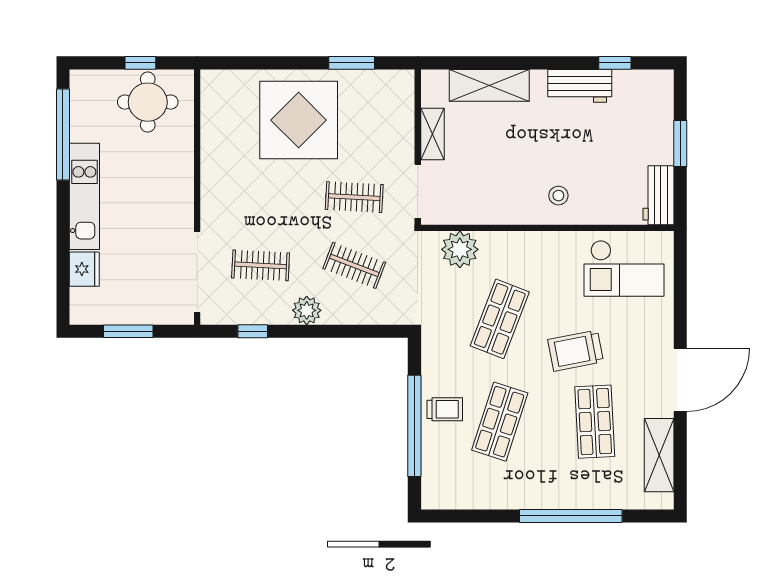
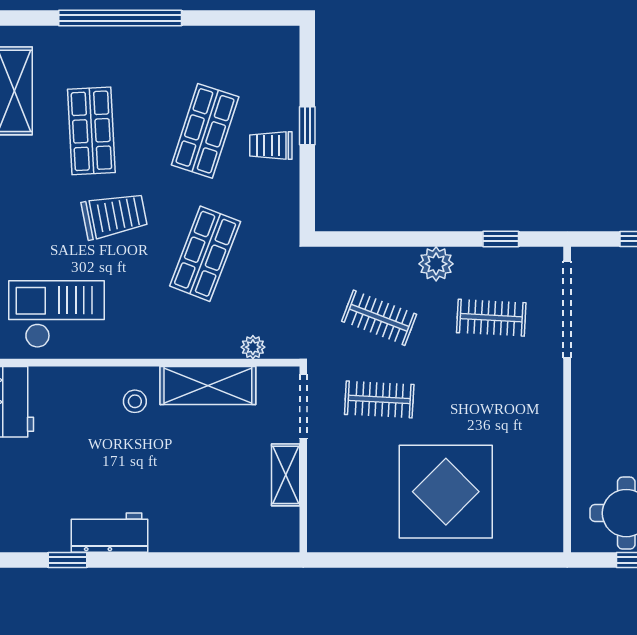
window: (352, 63) -> (382, 560), removed
shelving: (489, 85) -> (208, 385), moved
plant: (460, 249) -> (253, 347), width x0.53, depth x0.53
window: (414, 426) -> (307, 126), width x0.32

